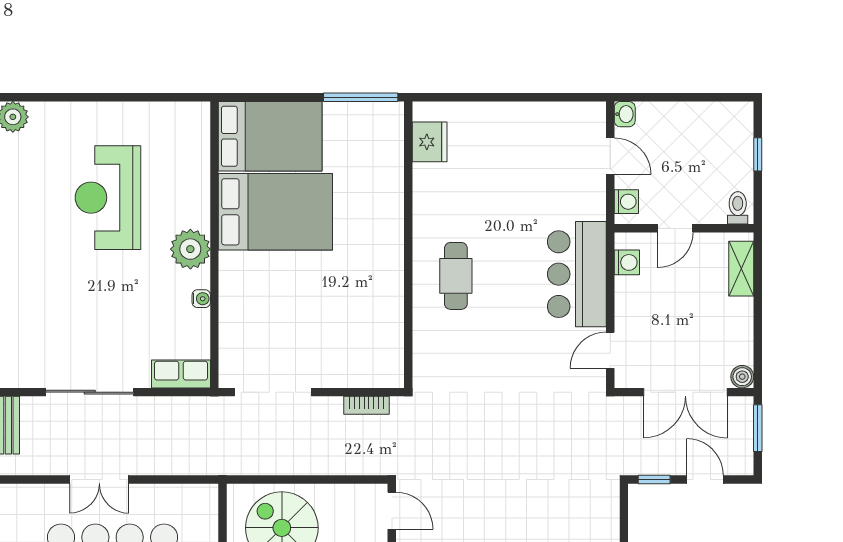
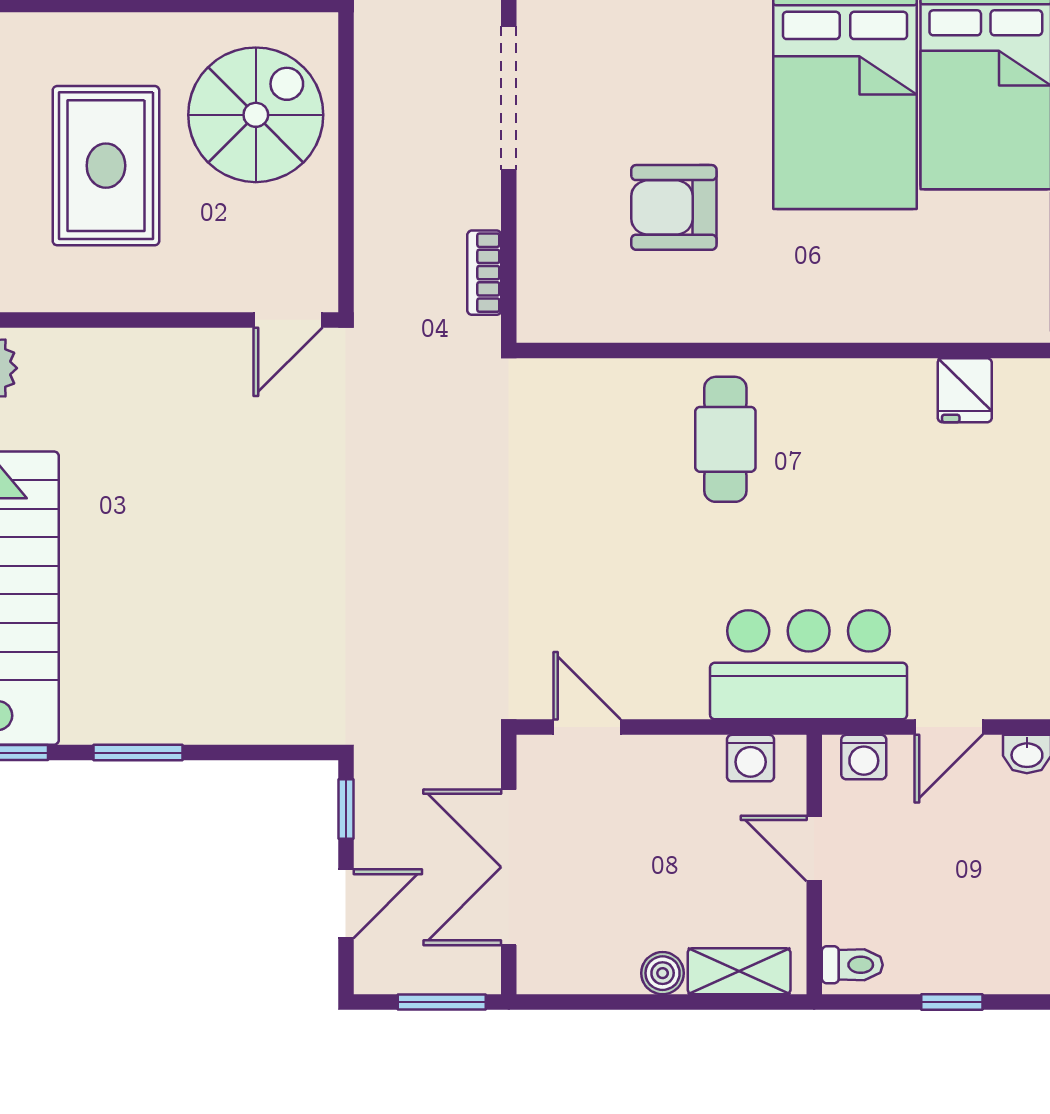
fridge: (430, 142) -> (965, 390), width x0.72
bar counter: (577, 274) -> (809, 665), moved
cafe table: (456, 276) -> (725, 439), turned 90
armchair: (331, 304) -> (674, 207), added
boiler: (742, 377) -> (663, 973), moved

